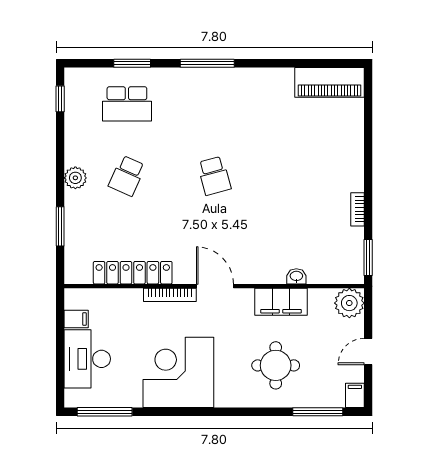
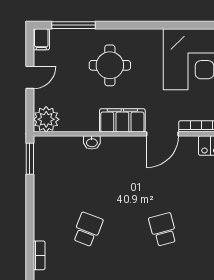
school desk: (301, 176) -> (88, 229), added
bookcase: (357, 209) -> (39, 255), moved
door: (215, 286) -> (162, 134), hinge flipped
filing cabinet: (281, 302) -> (122, 120), moved

